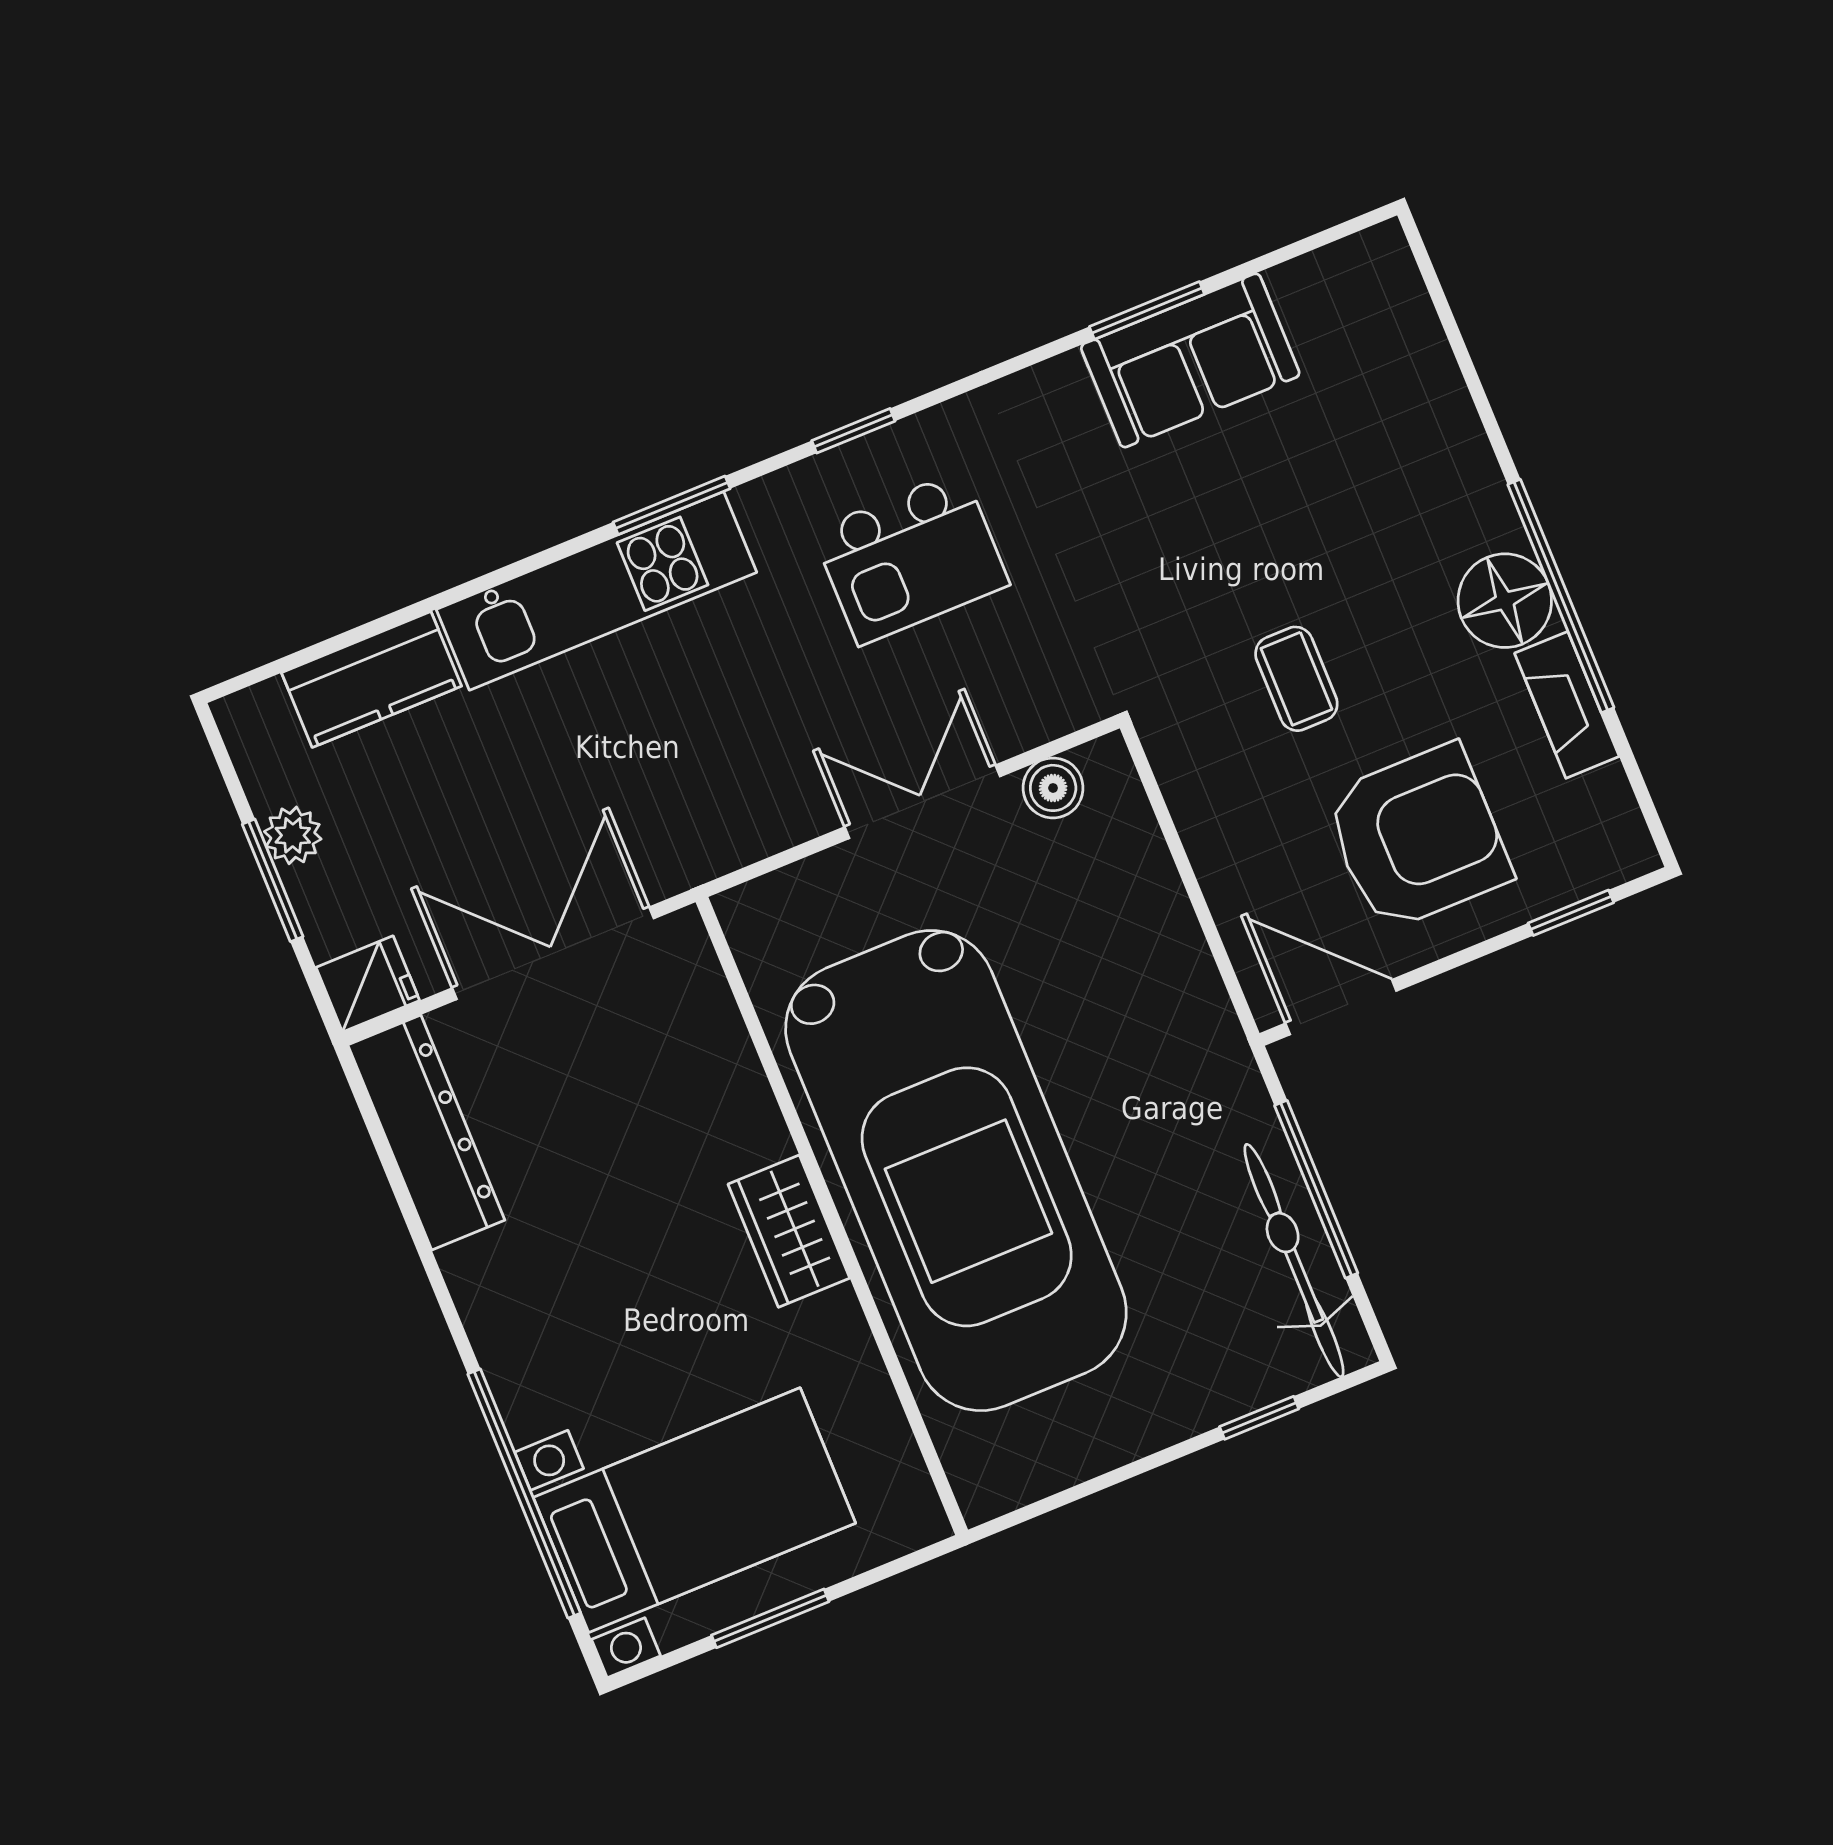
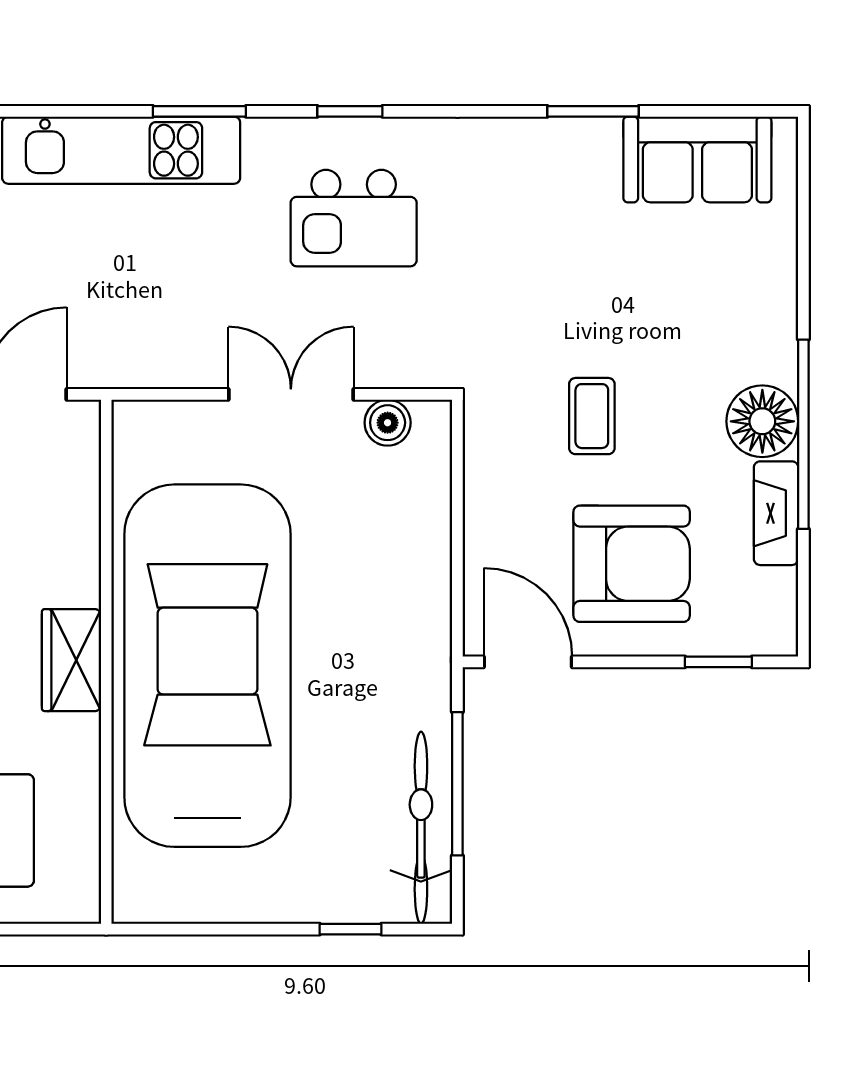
sofa: (1190, 360) -> (697, 159), moved
car: (956, 1171) -> (207, 666), turned 180

